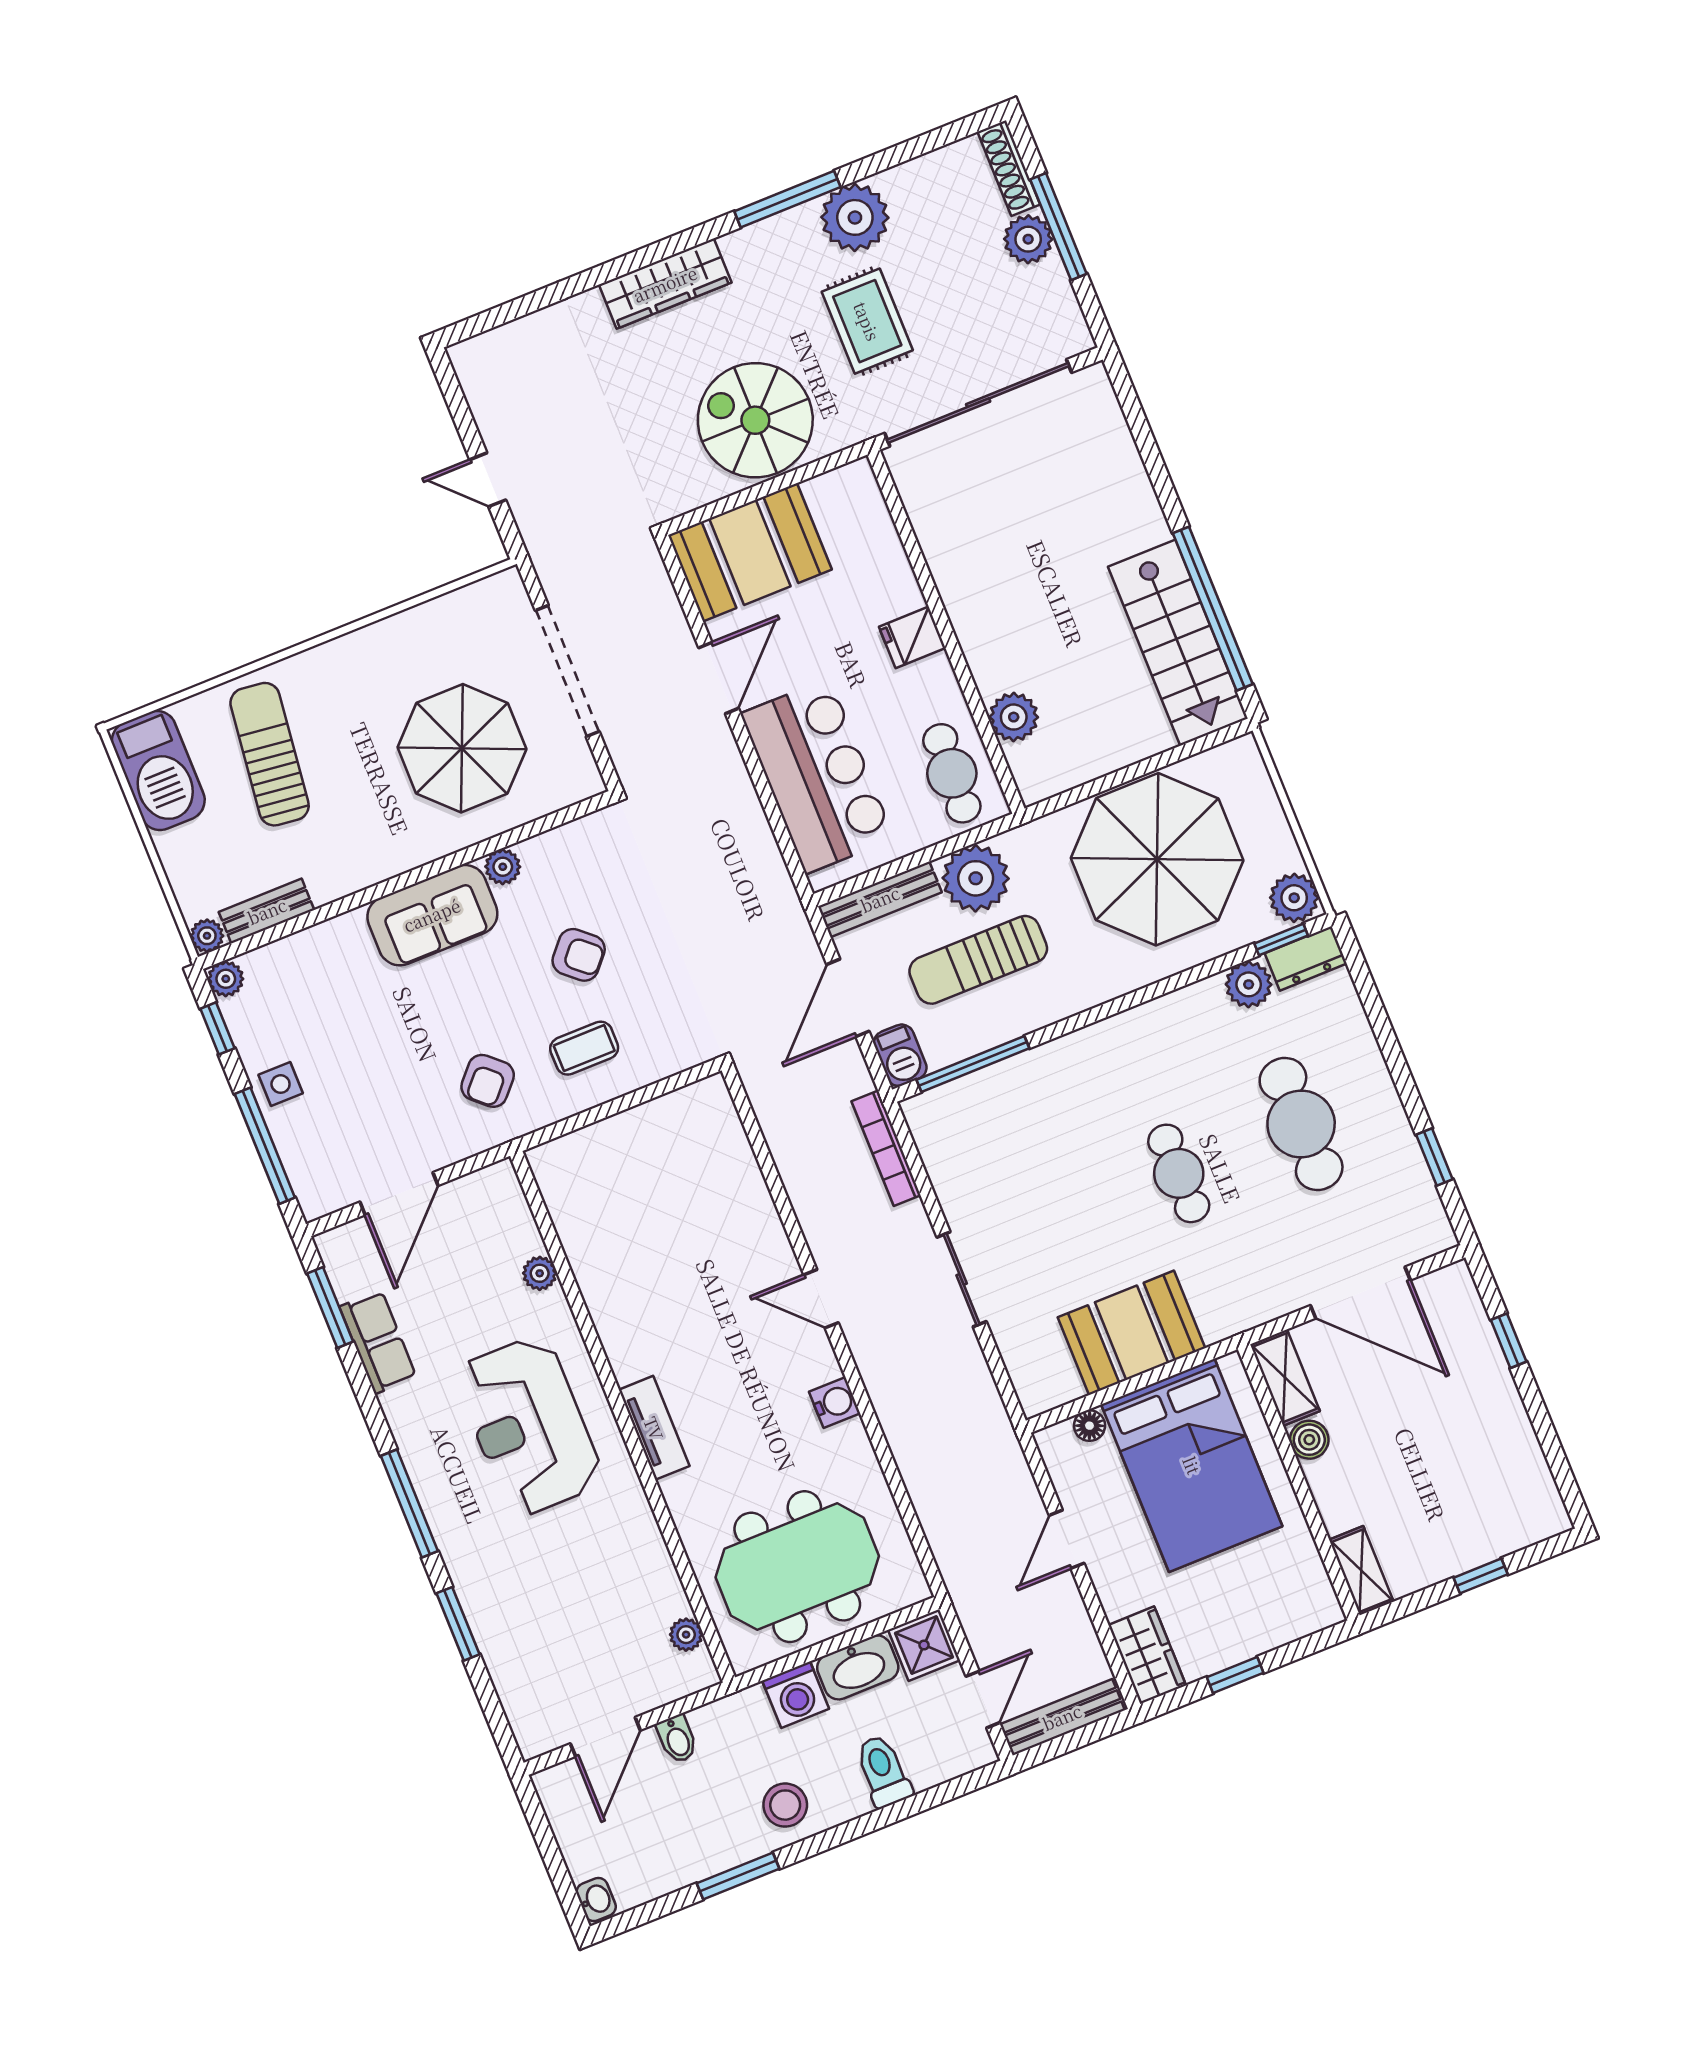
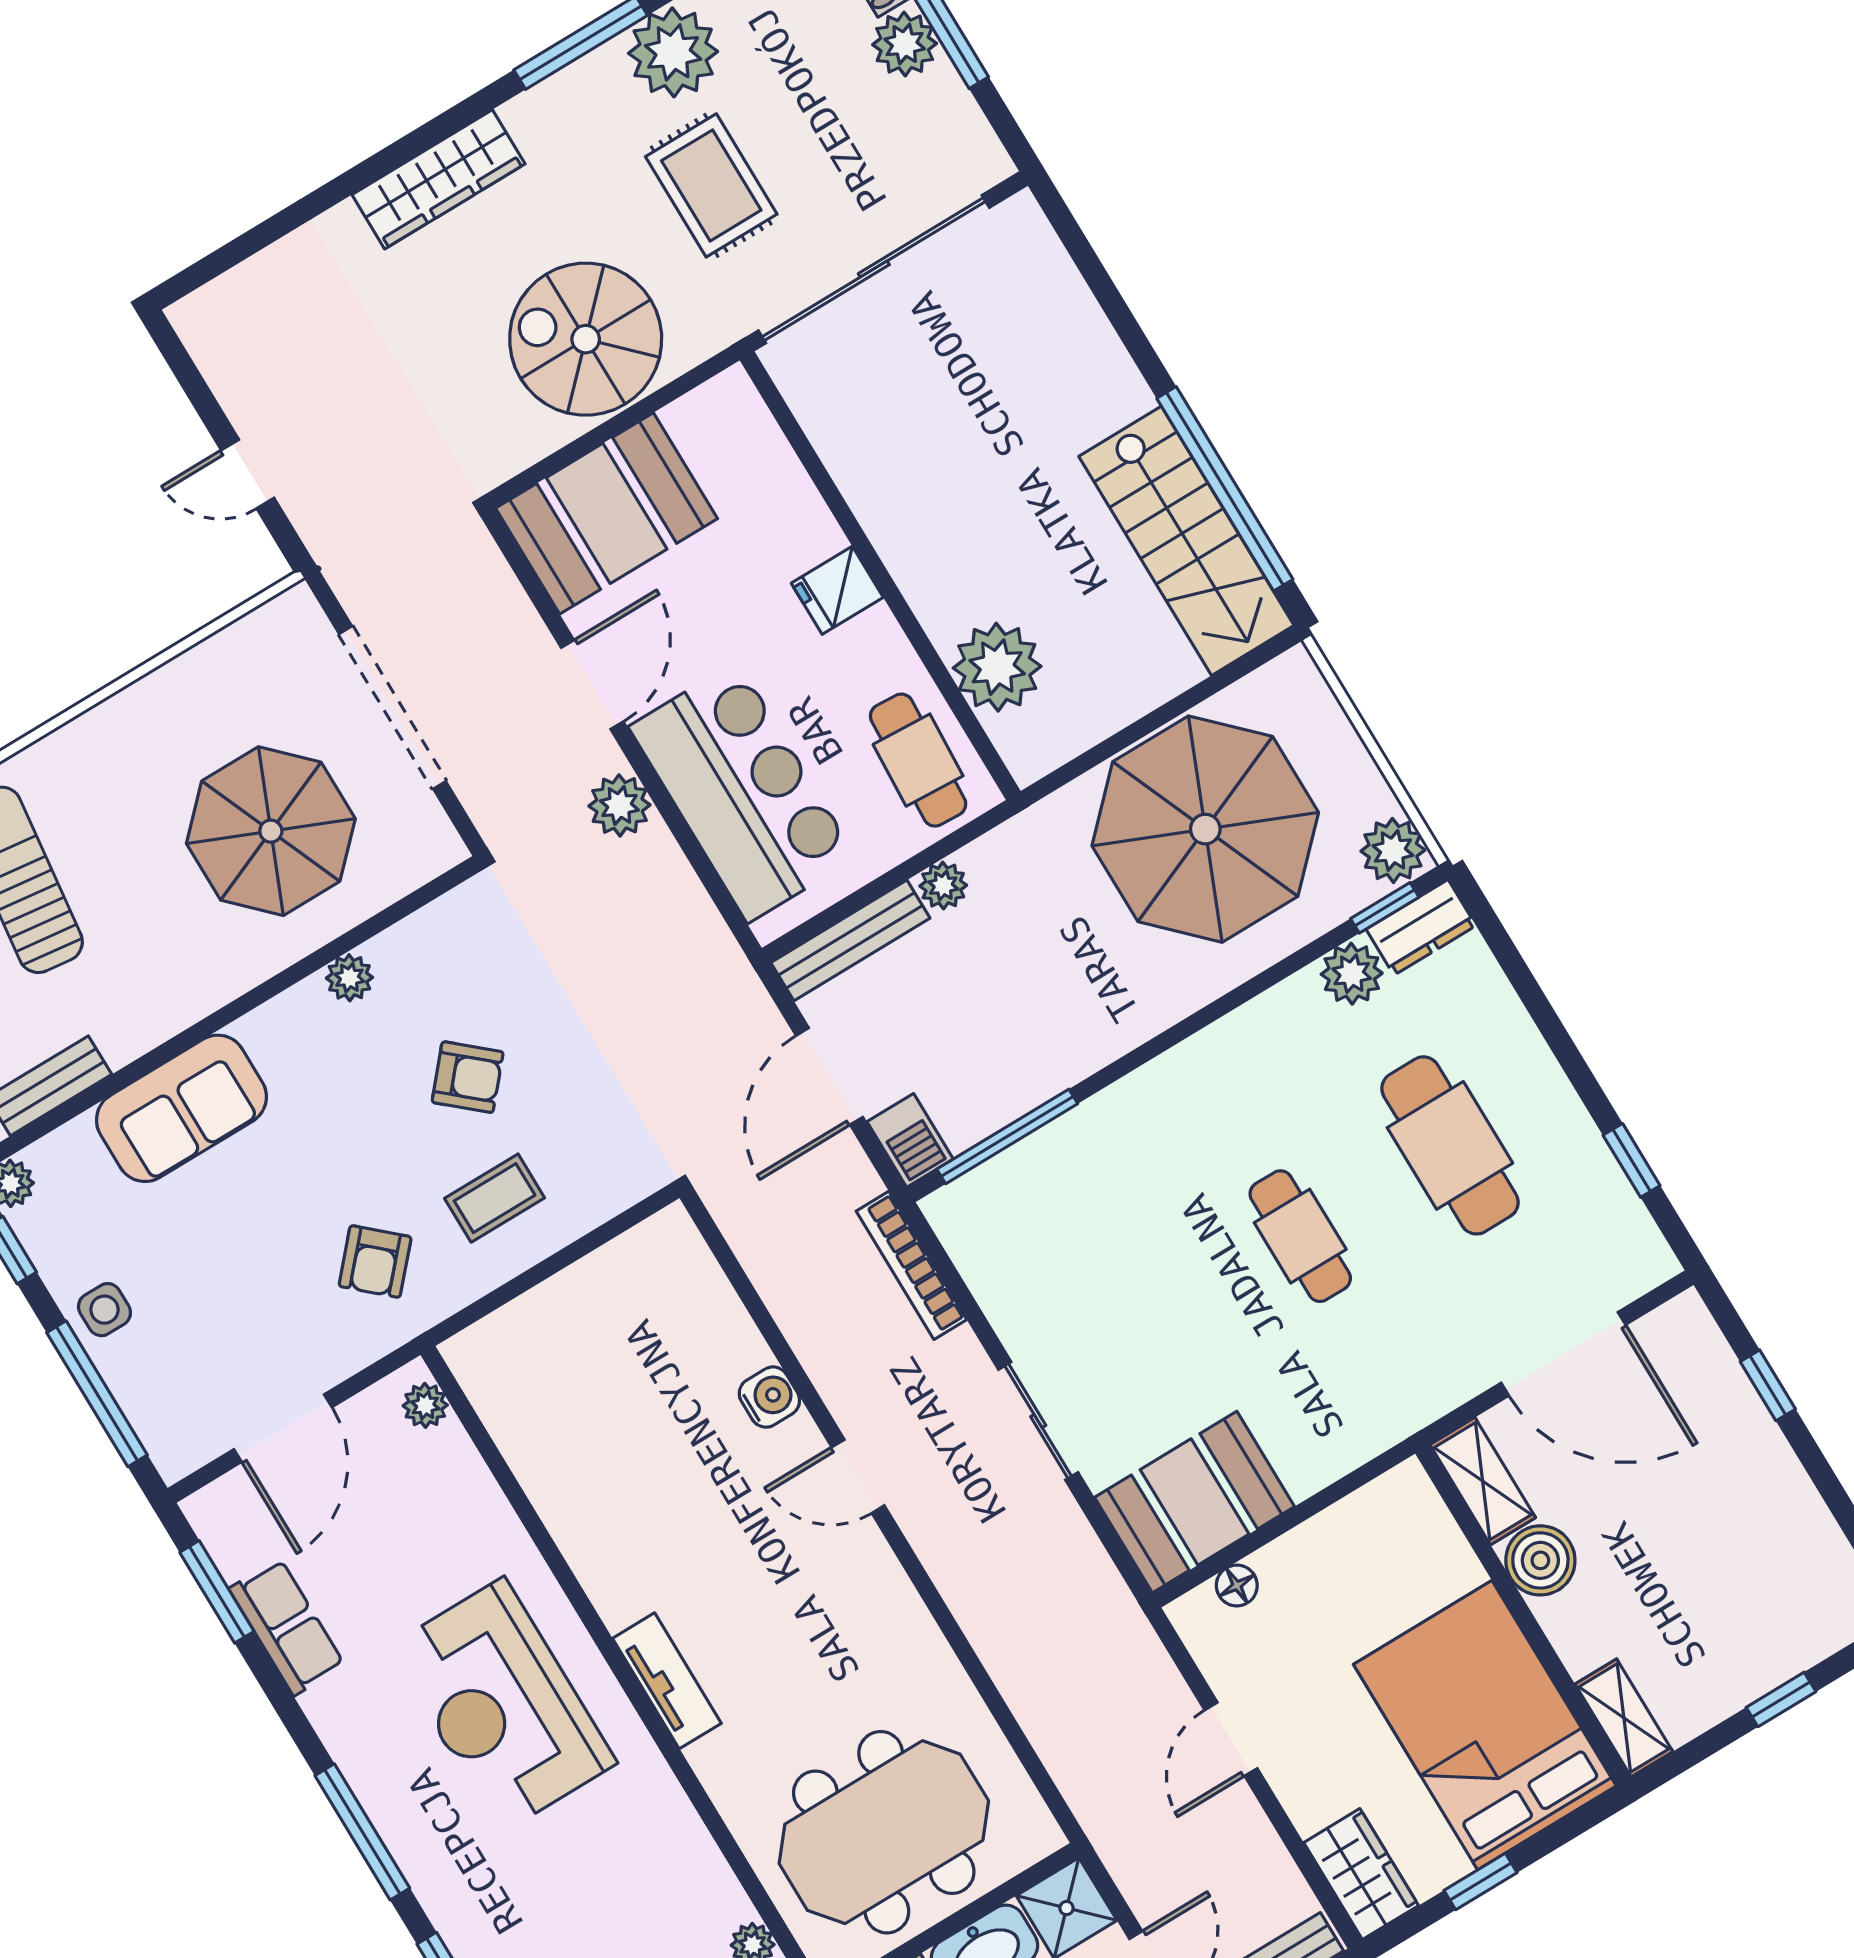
plant: (1014, 717) -> (997, 667), width x1.36, depth x1.36
plant: (724, 771) -> (619, 805), added
plant: (976, 878) -> (943, 886), width x0.53, depth x0.53
sofa: (432, 915) -> (181, 1108), moved
sun lounger: (978, 960) -> (992, 999), removed
plant: (540, 1273) -> (425, 1405), moved
booth: (1132, 1333) -> (1195, 1502), moved
water cooler: (835, 1402) -> (769, 1397), moved
boiler: (1309, 1440) -> (1540, 1560), width x1.36, depth x1.36
bed: (1192, 1465) -> (1485, 1725), moved, turned 180

